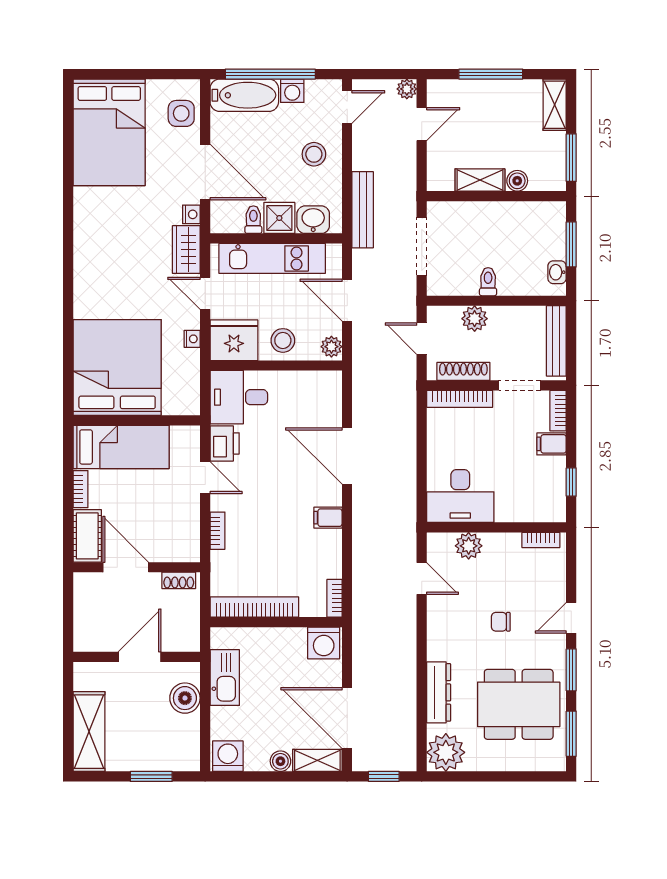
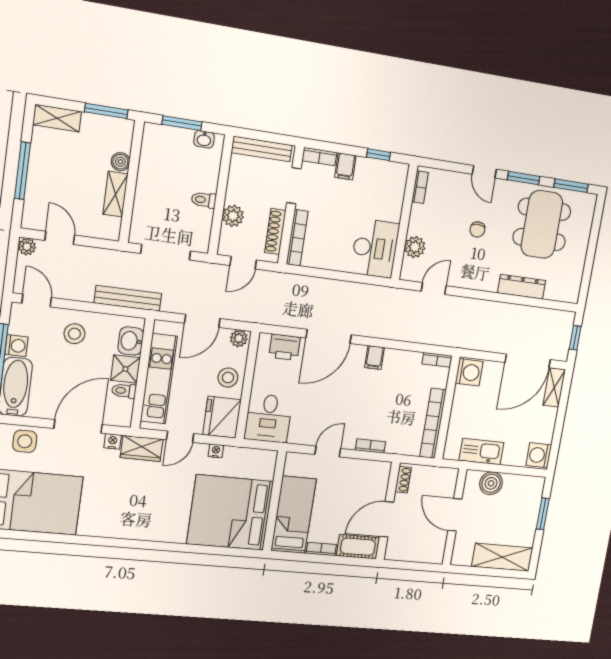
printer: (225, 443) -> (285, 347), moved, turned 180
plant: (446, 752) -> (567, 287), removed
boiler: (280, 761) -> (550, 416), removed

